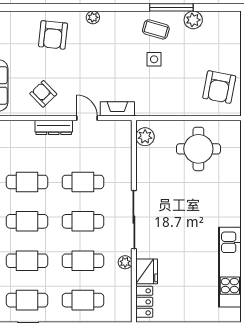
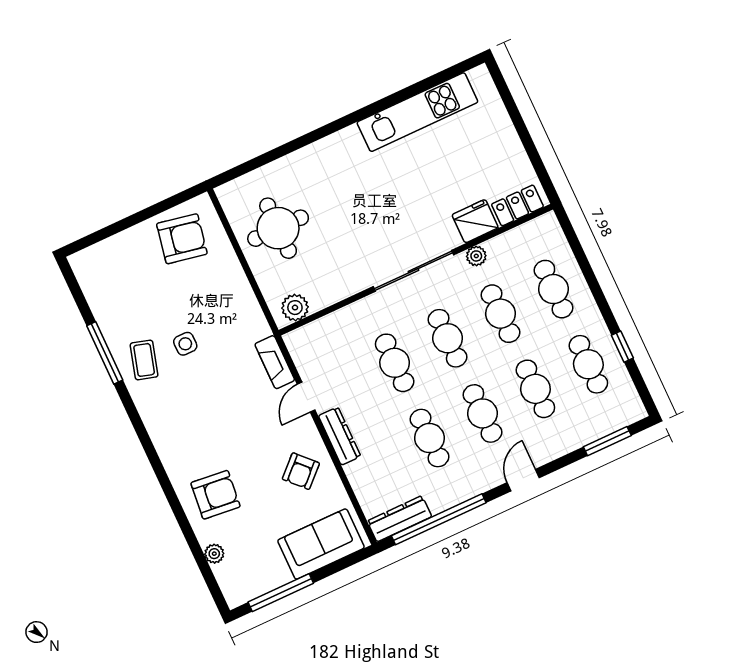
plant: (93, 17) -> (214, 554), moved
plant: (193, 20) -> (108, 316), removed

